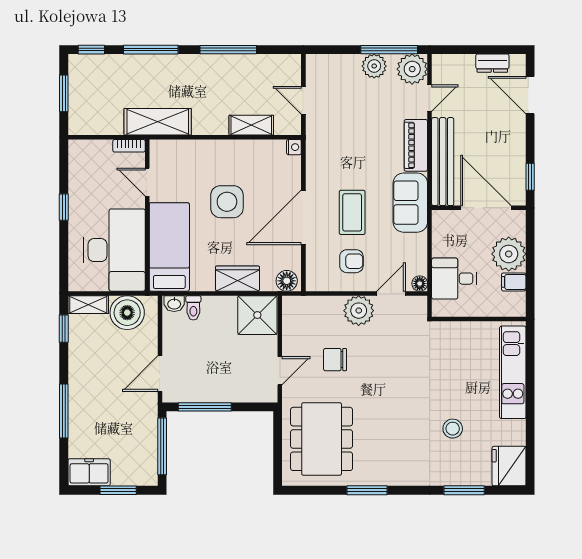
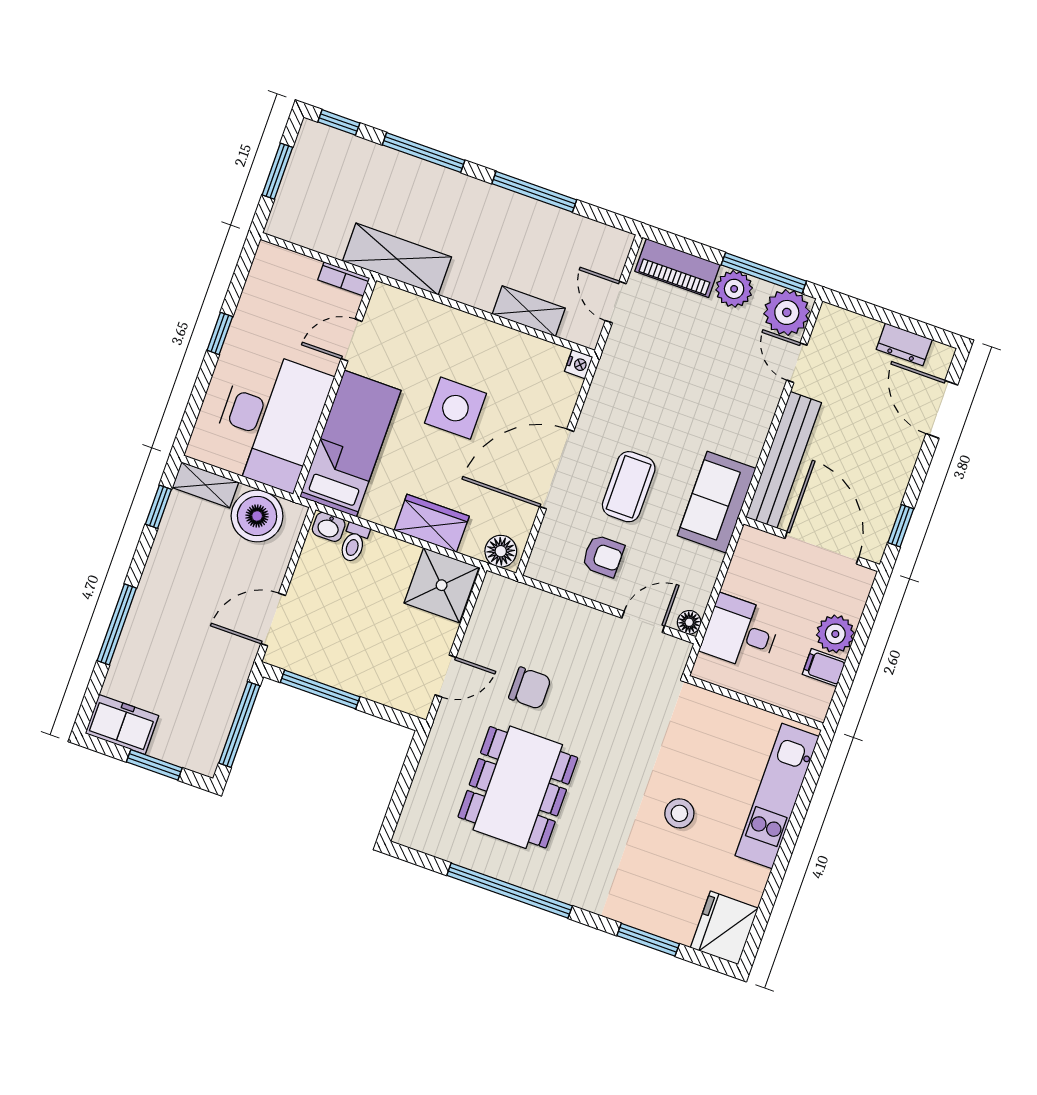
door: (430, 98) -> (797, 363), swing flipped
piano: (416, 145) -> (678, 268), moved, turned -90
door: (147, 182) -> (351, 340), hinge flipped
plant: (509, 254) -> (835, 634), width x0.73, depth x0.73
plant: (359, 311) -> (588, 630), removed
chair: (335, 360) -> (530, 688), turned 180
stool: (453, 429) -> (679, 813), moved
dining table: (322, 439) -> (518, 787), moved
window: (367, 490) -> (510, 891), width x2.11

